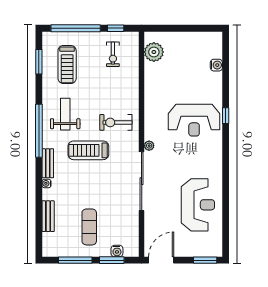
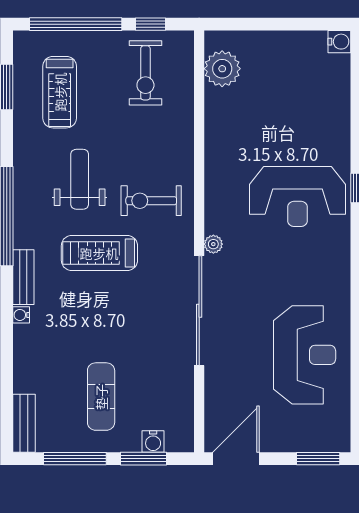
exercise bike: (113, 54) -> (145, 73), width x1.38, depth x1.39
water cooler: (216, 65) -> (339, 42), moved
weight bench: (65, 114) -> (80, 179), moved
bench: (48, 216) -> (24, 423), moved

